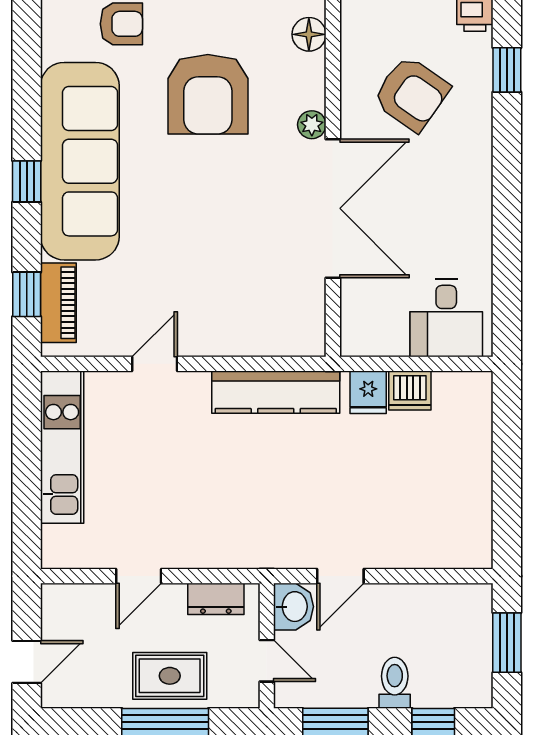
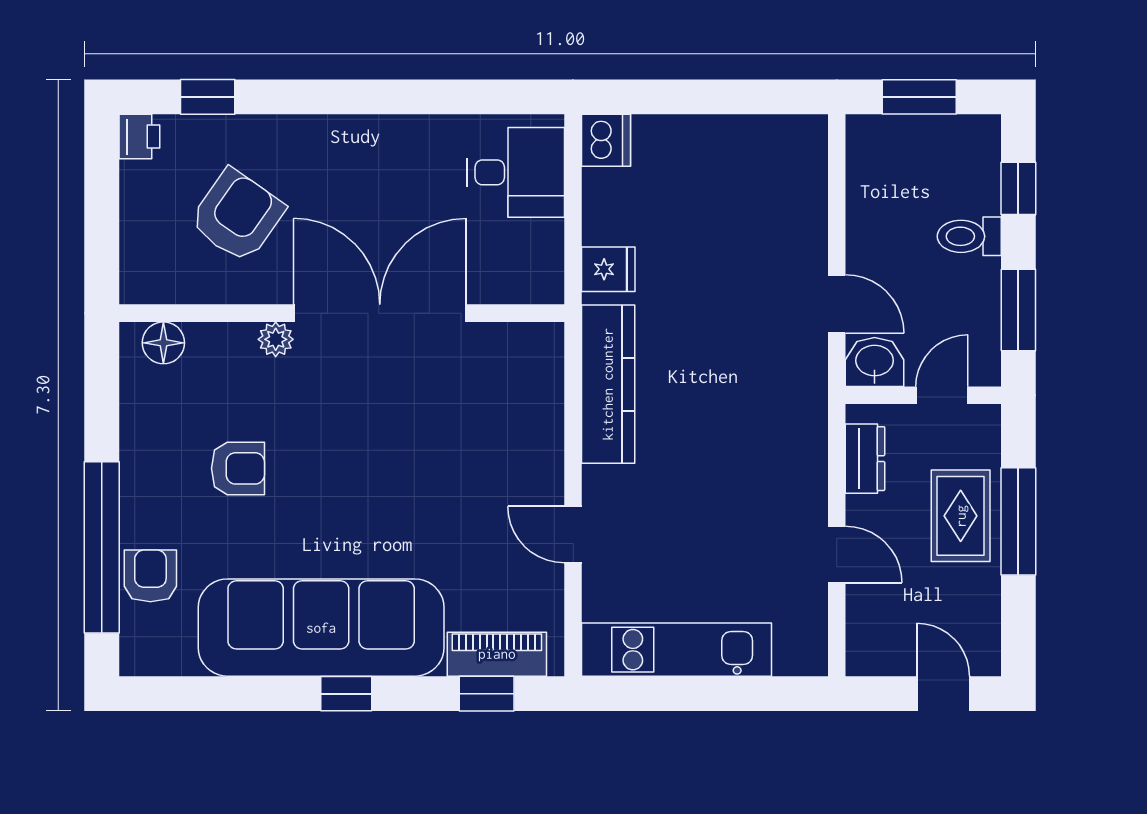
armchair: (208, 94) -> (238, 468), width x0.53, depth x0.53
dishwasher: (410, 391) -> (606, 140), moved

